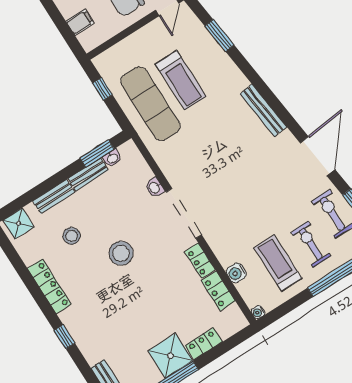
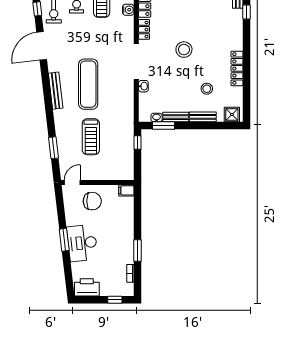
filing cabinet: (80, 22) -> (126, 190), moved
treadmill: (181, 80) -> (91, 137), turned 180
window: (102, 89) -> (138, 143), moved
exercise mat: (150, 104) -> (88, 84), moved
stool: (121, 253) -> (184, 50), moved
window: (64, 337) -> (247, 12), moved

